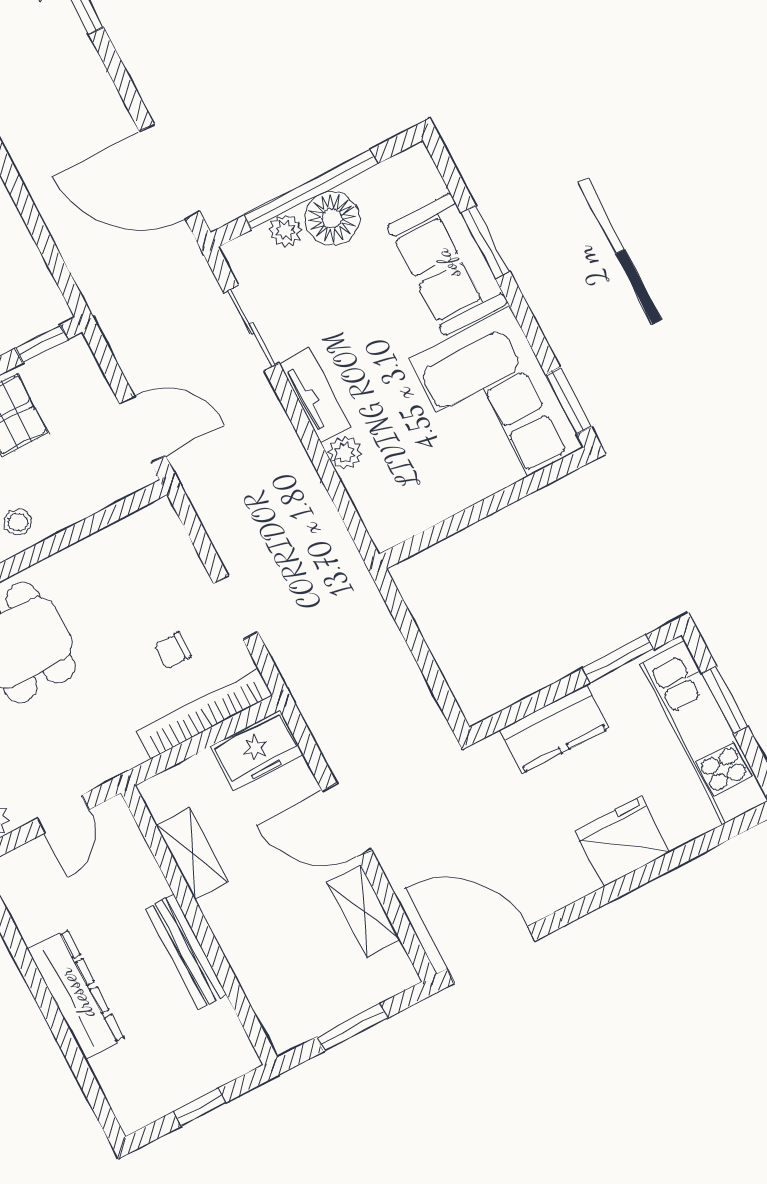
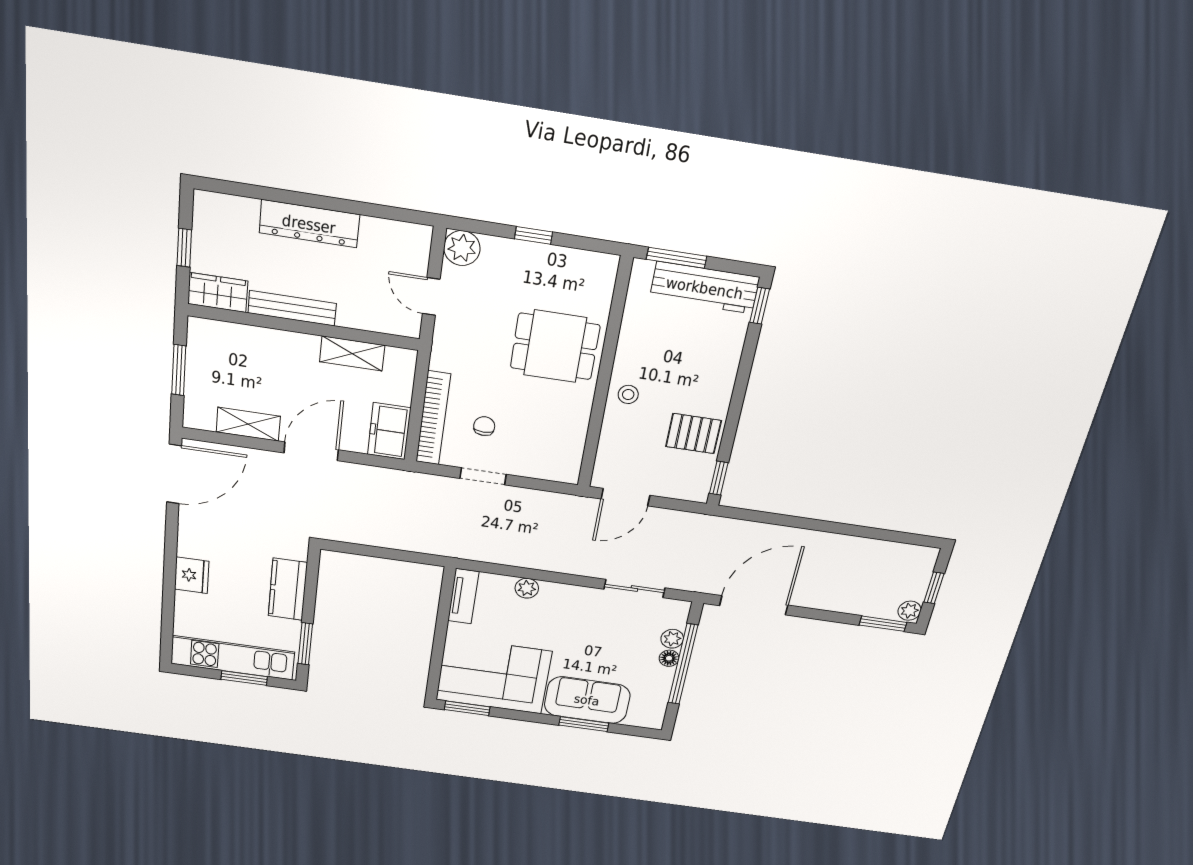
floor lamp: (332, 218) -> (669, 658), width x0.53, depth x0.53
tv unit: (315, 395) -> (463, 596), moved, turned -90
fridge: (623, 841) -> (192, 575), width x0.73, depth x0.75
wardrobe: (226, 1041) -> (218, 293), added

